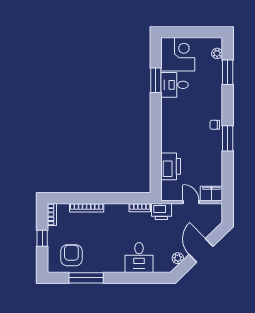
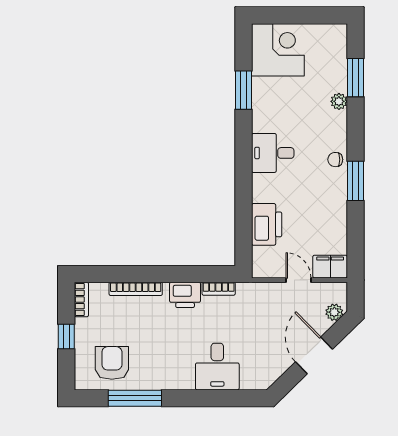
plant: (217, 53) -> (339, 101), moved
desk: (175, 85) -> (273, 153), moved
printer: (161, 212) -> (185, 295), moved
plant: (178, 258) -> (334, 312), moved

